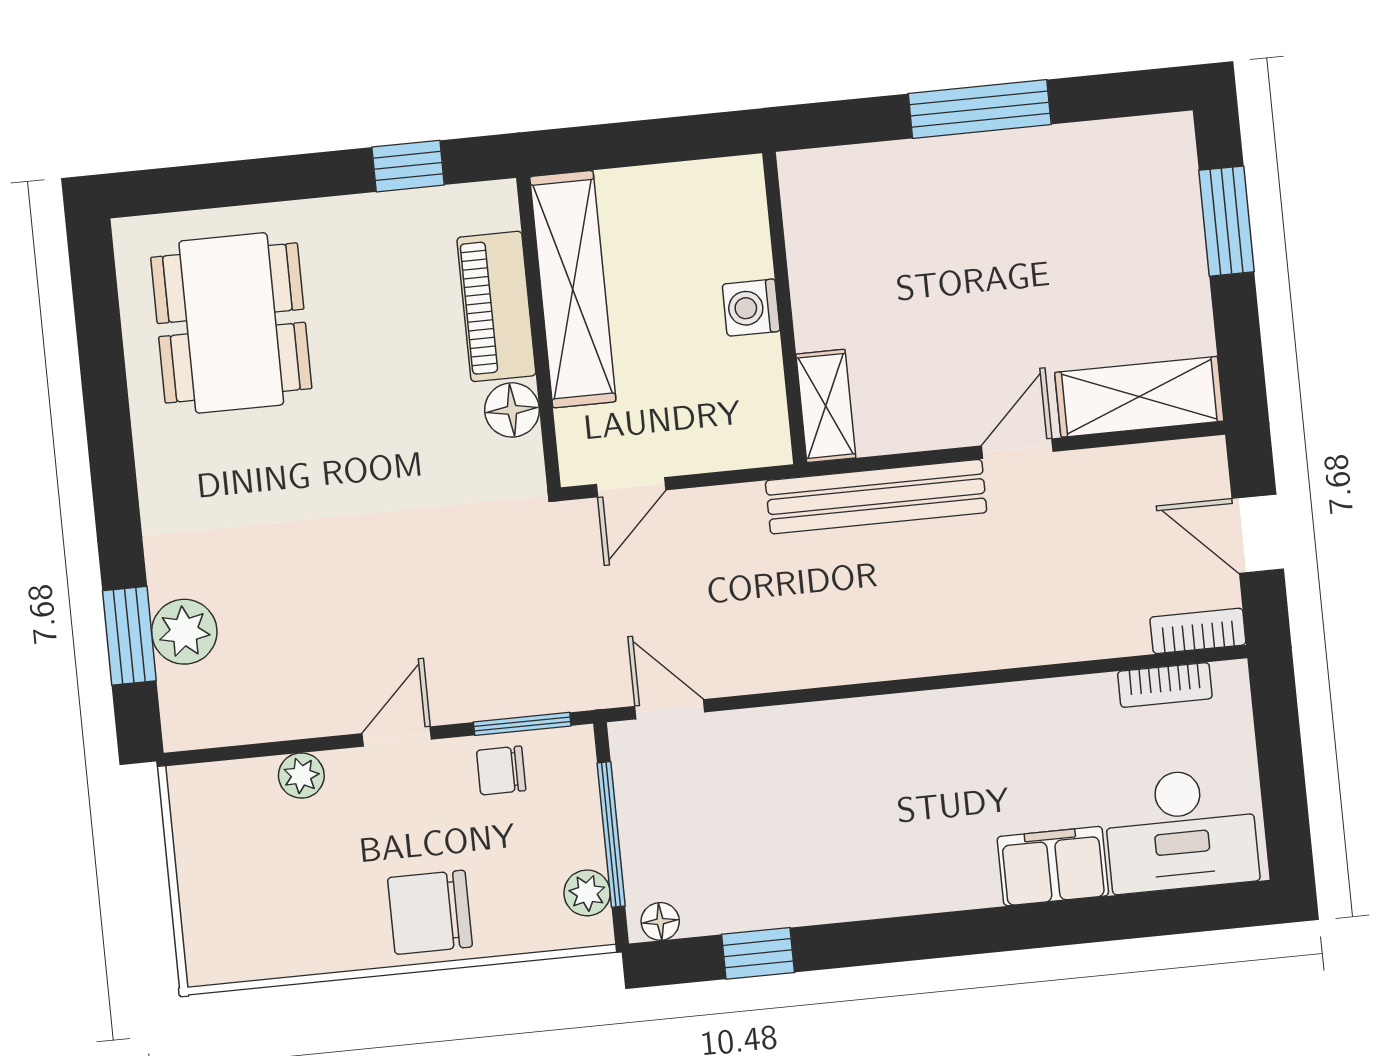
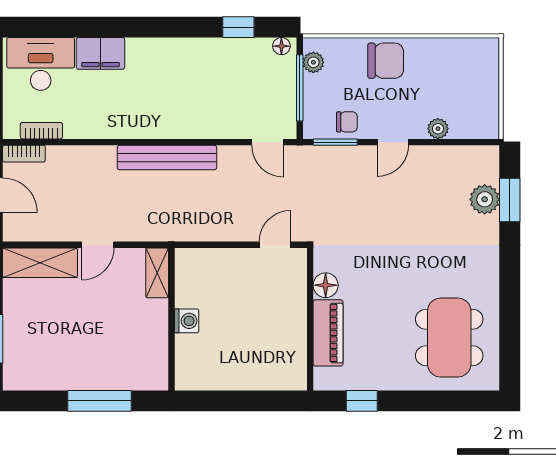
shelving: (573, 289) -> (293, 337), removed
washing machine: (751, 308) -> (187, 321), moved
wall: (784, 308) -> (171, 319), moved
shelving: (826, 406) -> (157, 273), moved
bench: (876, 497) -> (167, 158), moved

